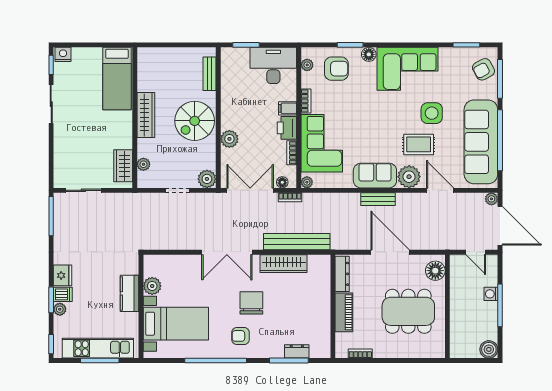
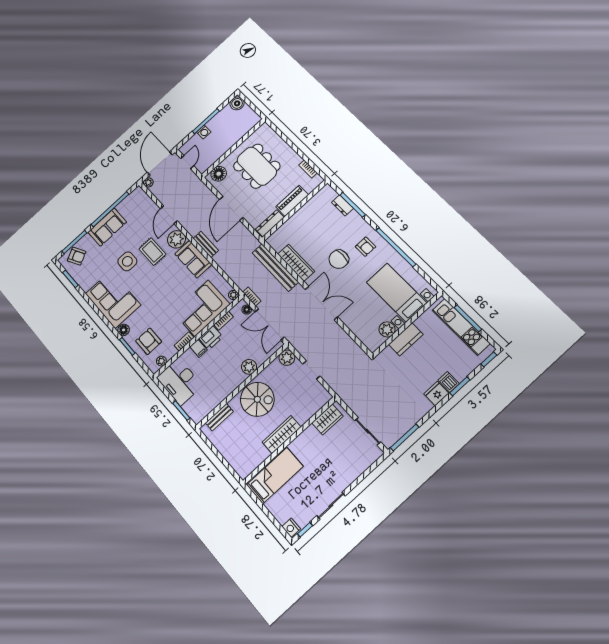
sofa: (481, 142) -> (107, 227), width x0.54, depth x0.79
plant: (143, 164) -> (314, 407), removed
plant: (60, 309) -> (460, 375), removed

